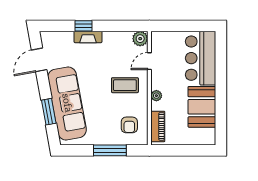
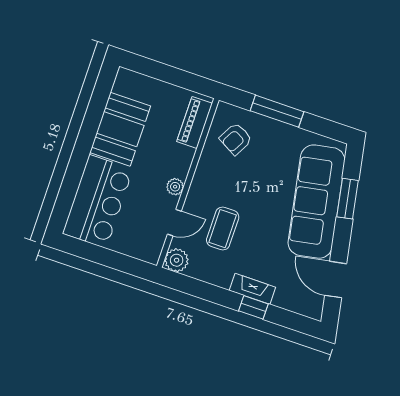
door: (39, 60) -> (336, 280), swing flipped
coffee table: (125, 85) -> (223, 229), moved, turned 90
plant: (156, 96) -> (175, 187), moved
armchair: (129, 125) -> (236, 139), turned -151

